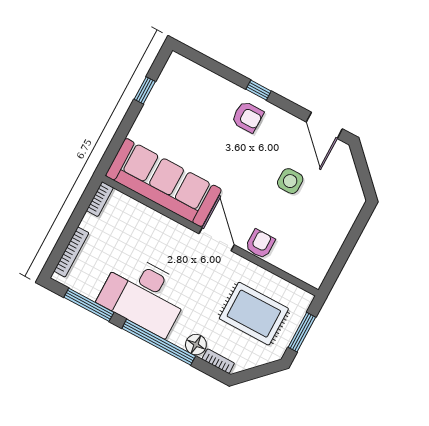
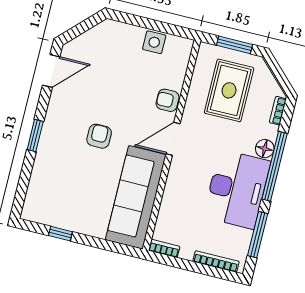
window: (259, 90) -> (35, 135), width x1.50
armchair: (248, 117) -> (99, 136), moved
side table: (290, 181) -> (154, 42), moved
floor lamp: (196, 345) -> (265, 149), moved

